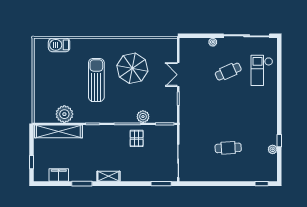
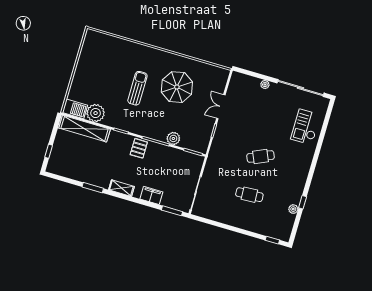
barbecue: (59, 45) -> (75, 109), moved, turned 180
cafe table: (228, 72) -> (261, 157), moved
sun lounger: (96, 80) -> (137, 88), width x0.73, depth x0.75
pallet: (137, 138) -> (139, 148), moved
filing cabinet: (59, 175) -> (151, 195), moved

